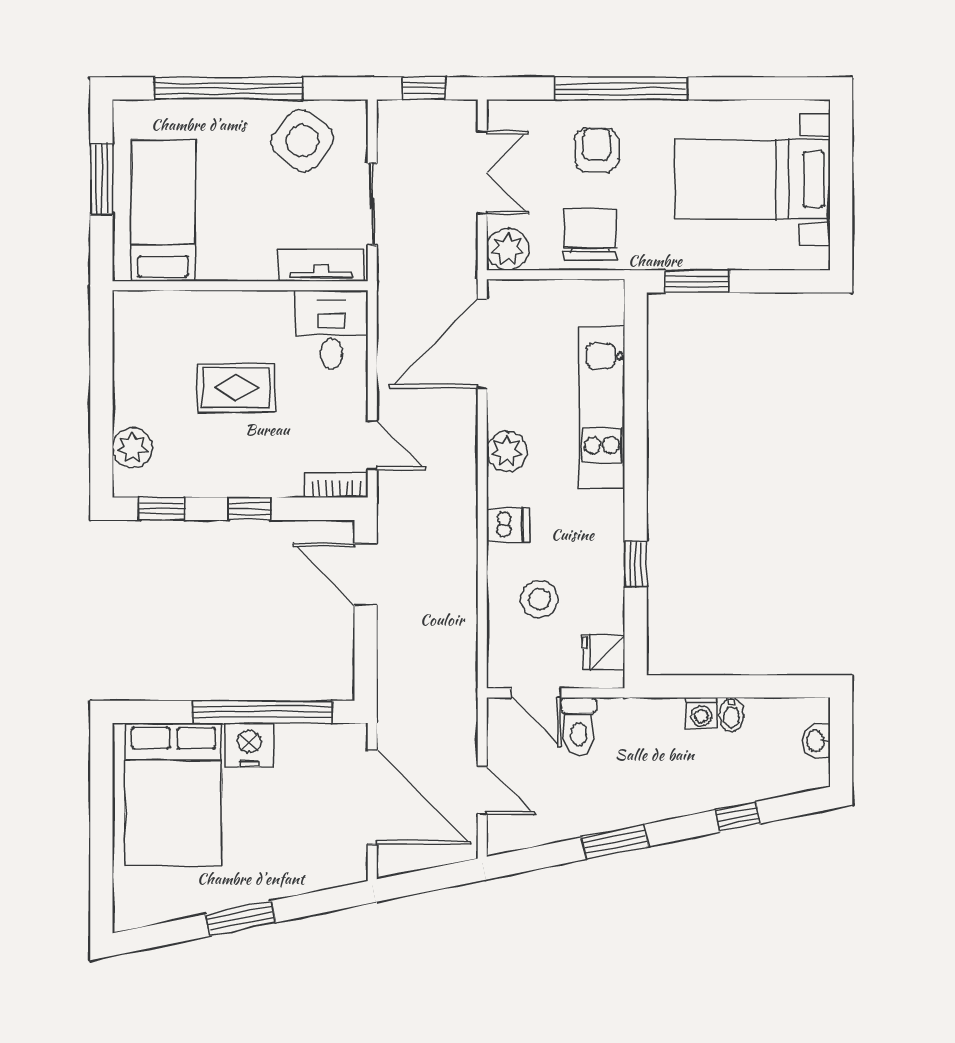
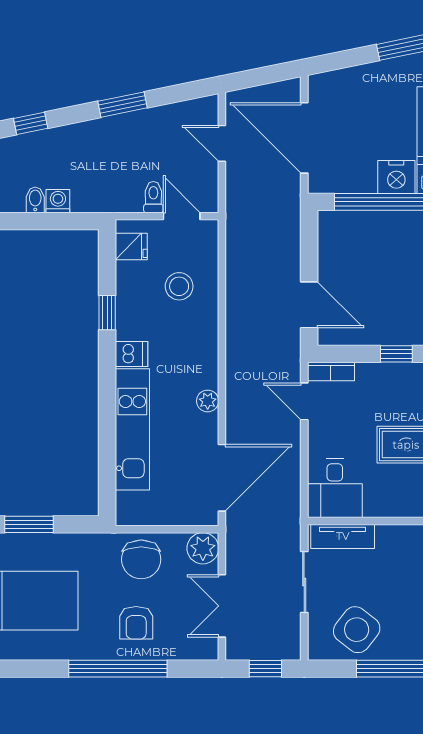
window: (697, 281) -> (29, 524), moved
plant: (507, 451) -> (208, 401), width x0.73, depth x0.73
dishwasher: (508, 525) -> (131, 354), moved, turned 180
toilet: (578, 726) -> (153, 197), width x0.73, depth x0.72

